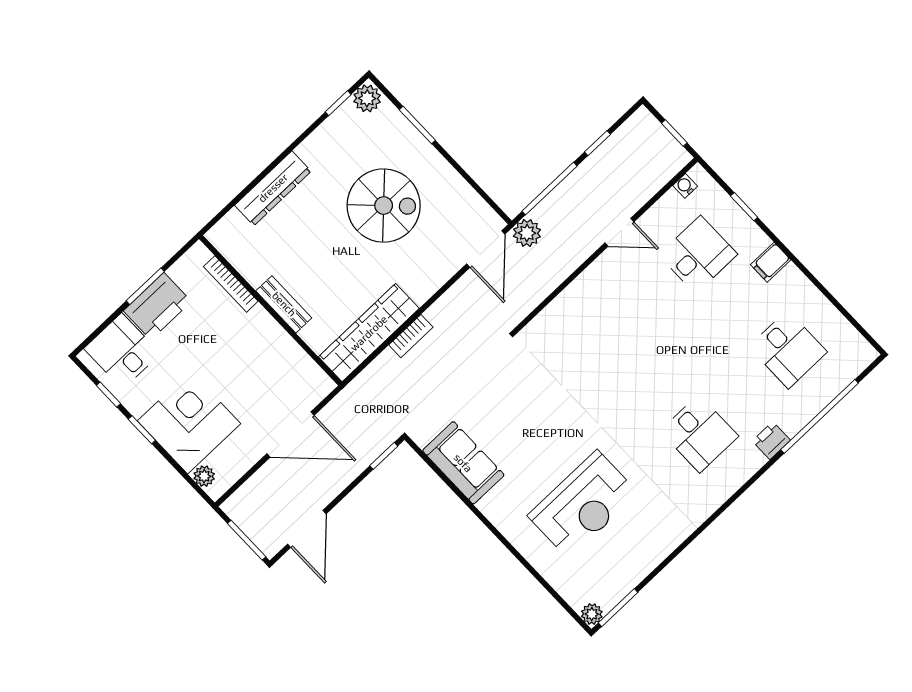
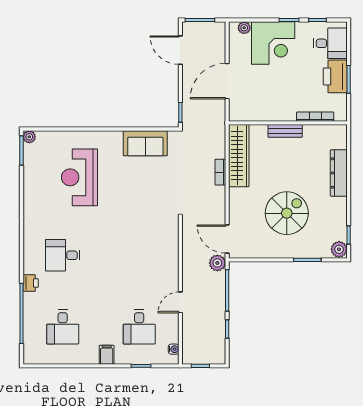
spiral stairs: (384, 206) -> (287, 213), turned 180
desk: (788, 349) -> (63, 327), turned -90

